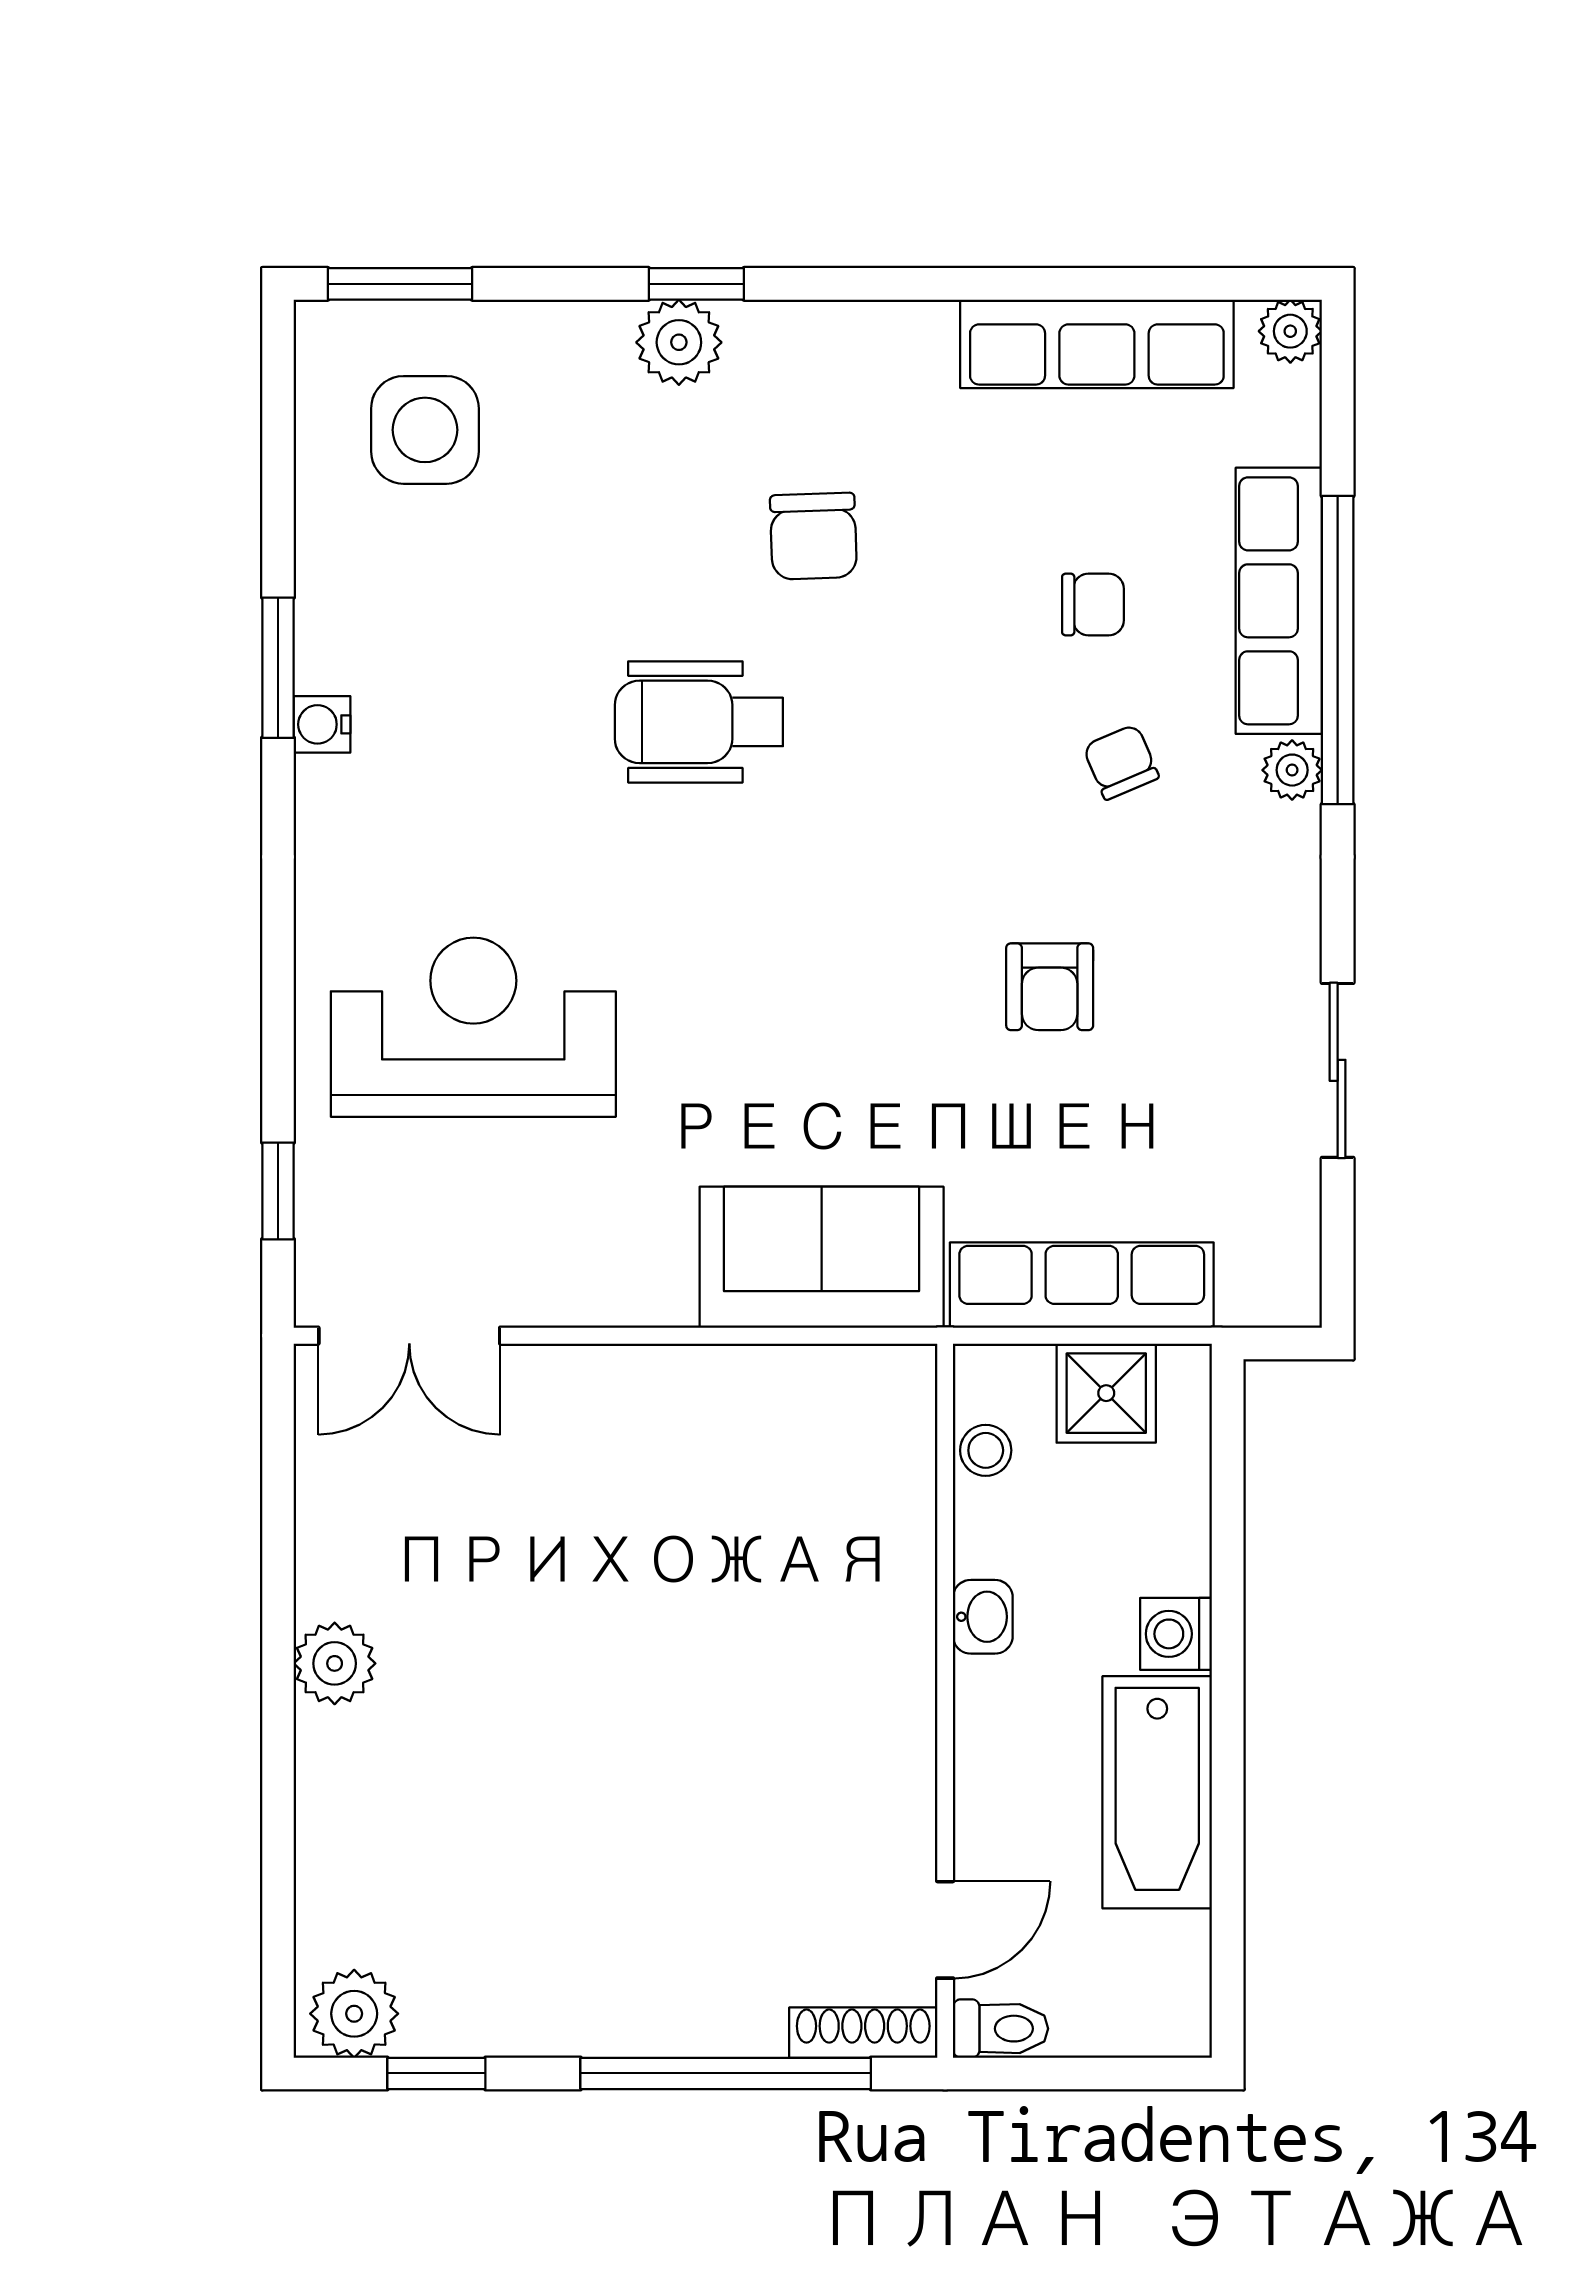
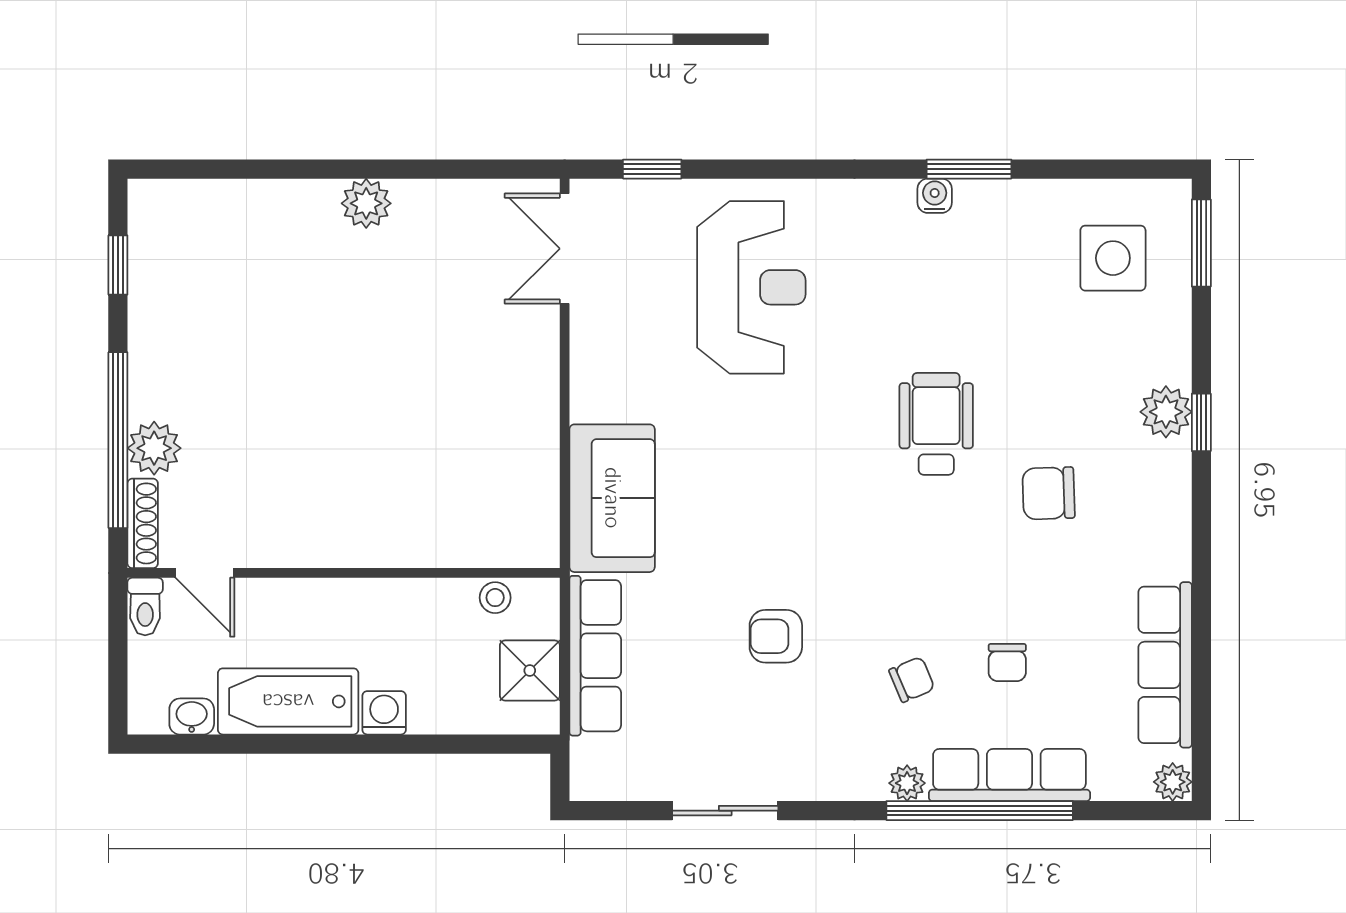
washbasin: (983, 1617) -> (192, 716), moved, turned 180
plant: (354, 2014) -> (154, 448), moved

